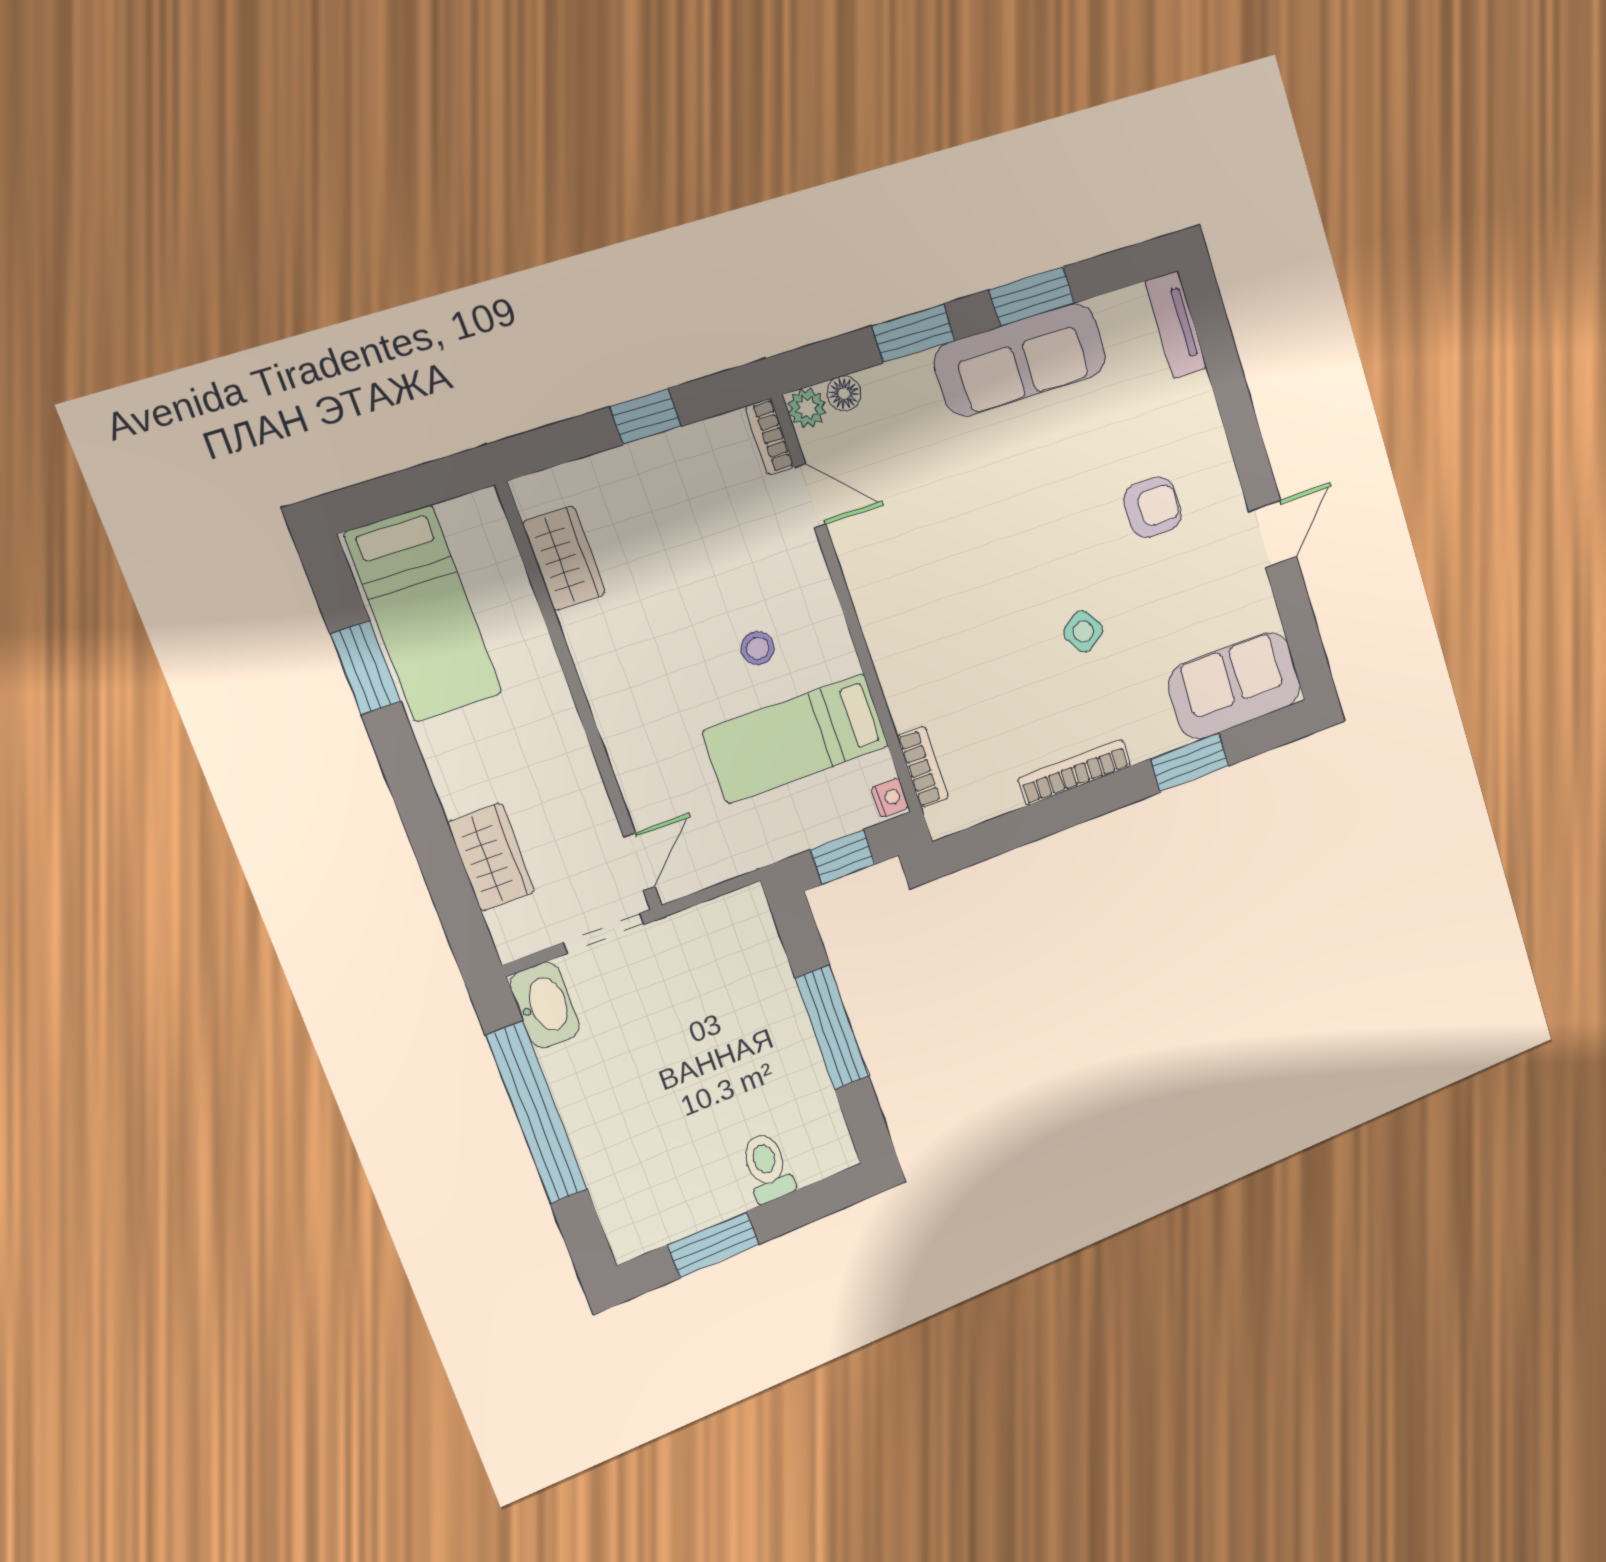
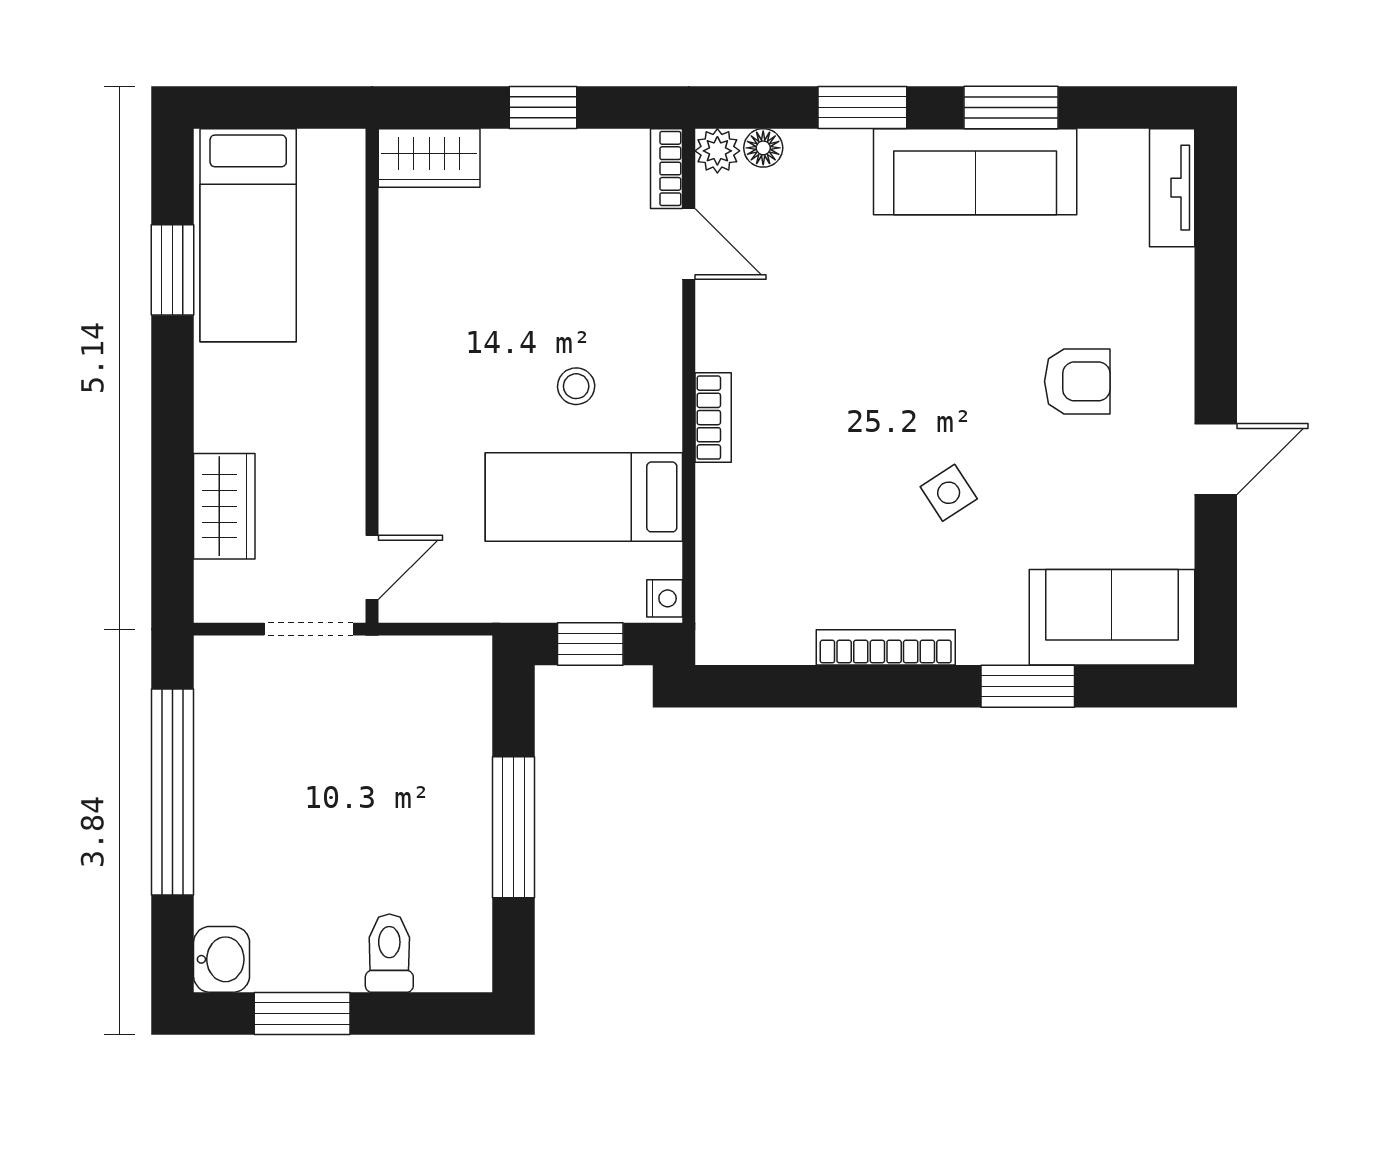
wardrobe: (564, 558) -> (429, 158), moved, turned 90
bookcase: (923, 767) -> (713, 418), moved
washbasin: (545, 1005) -> (222, 959), moved, width x0.72

